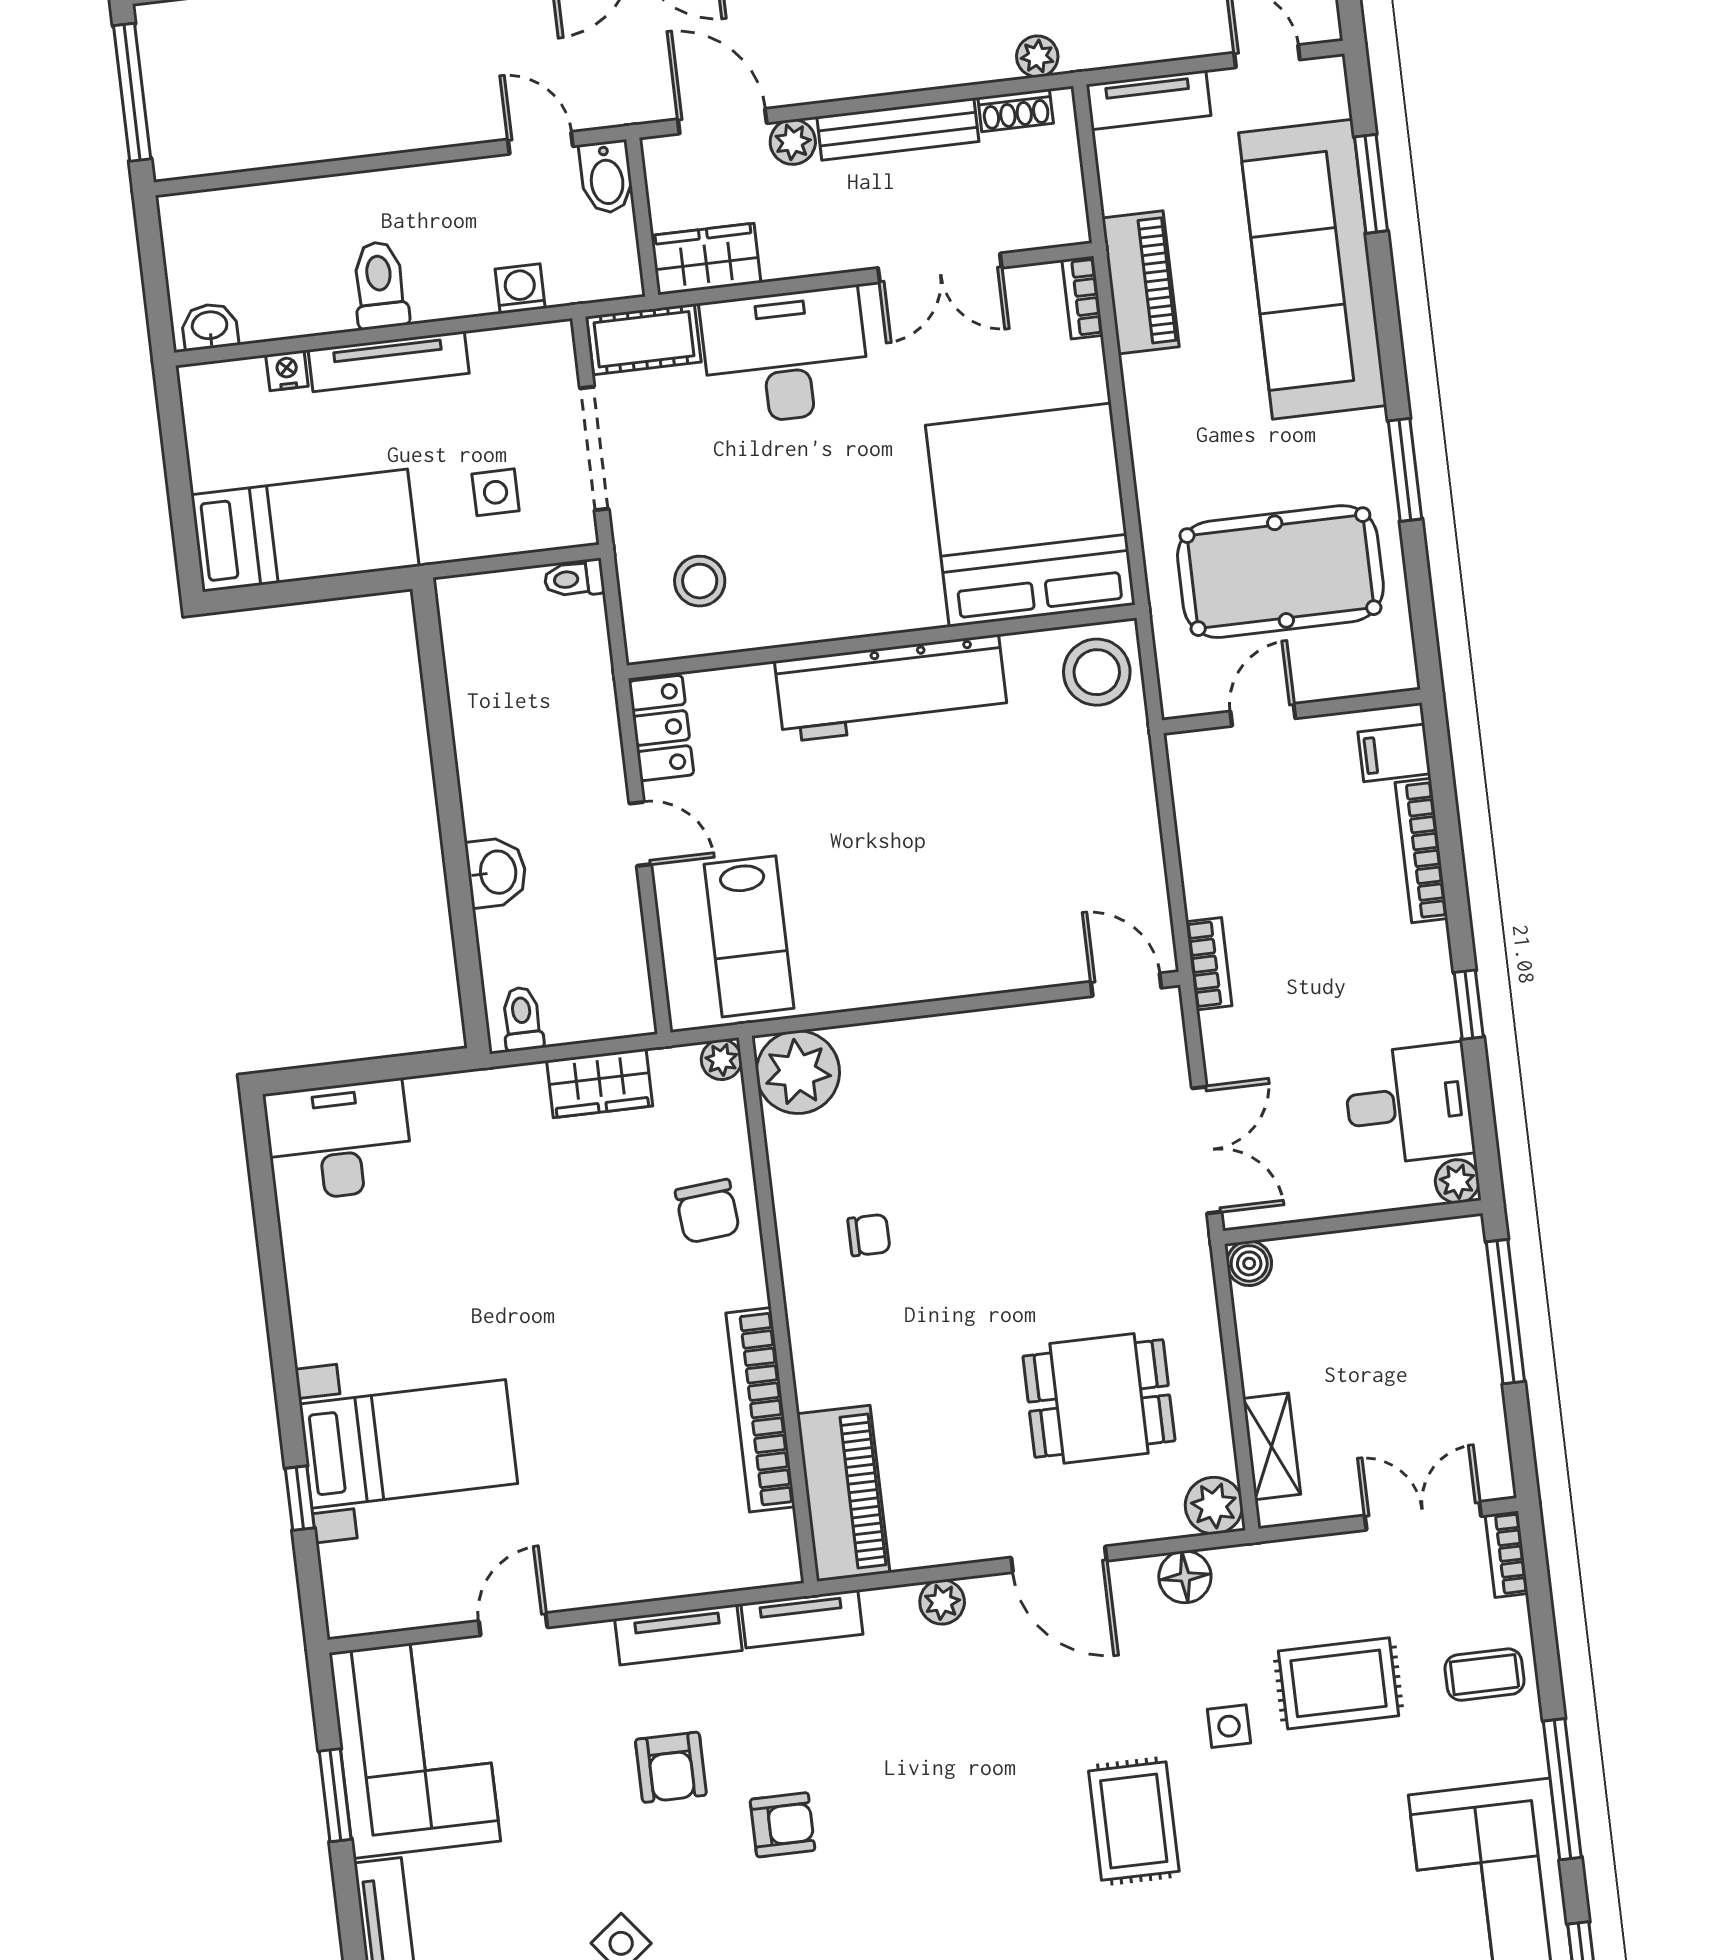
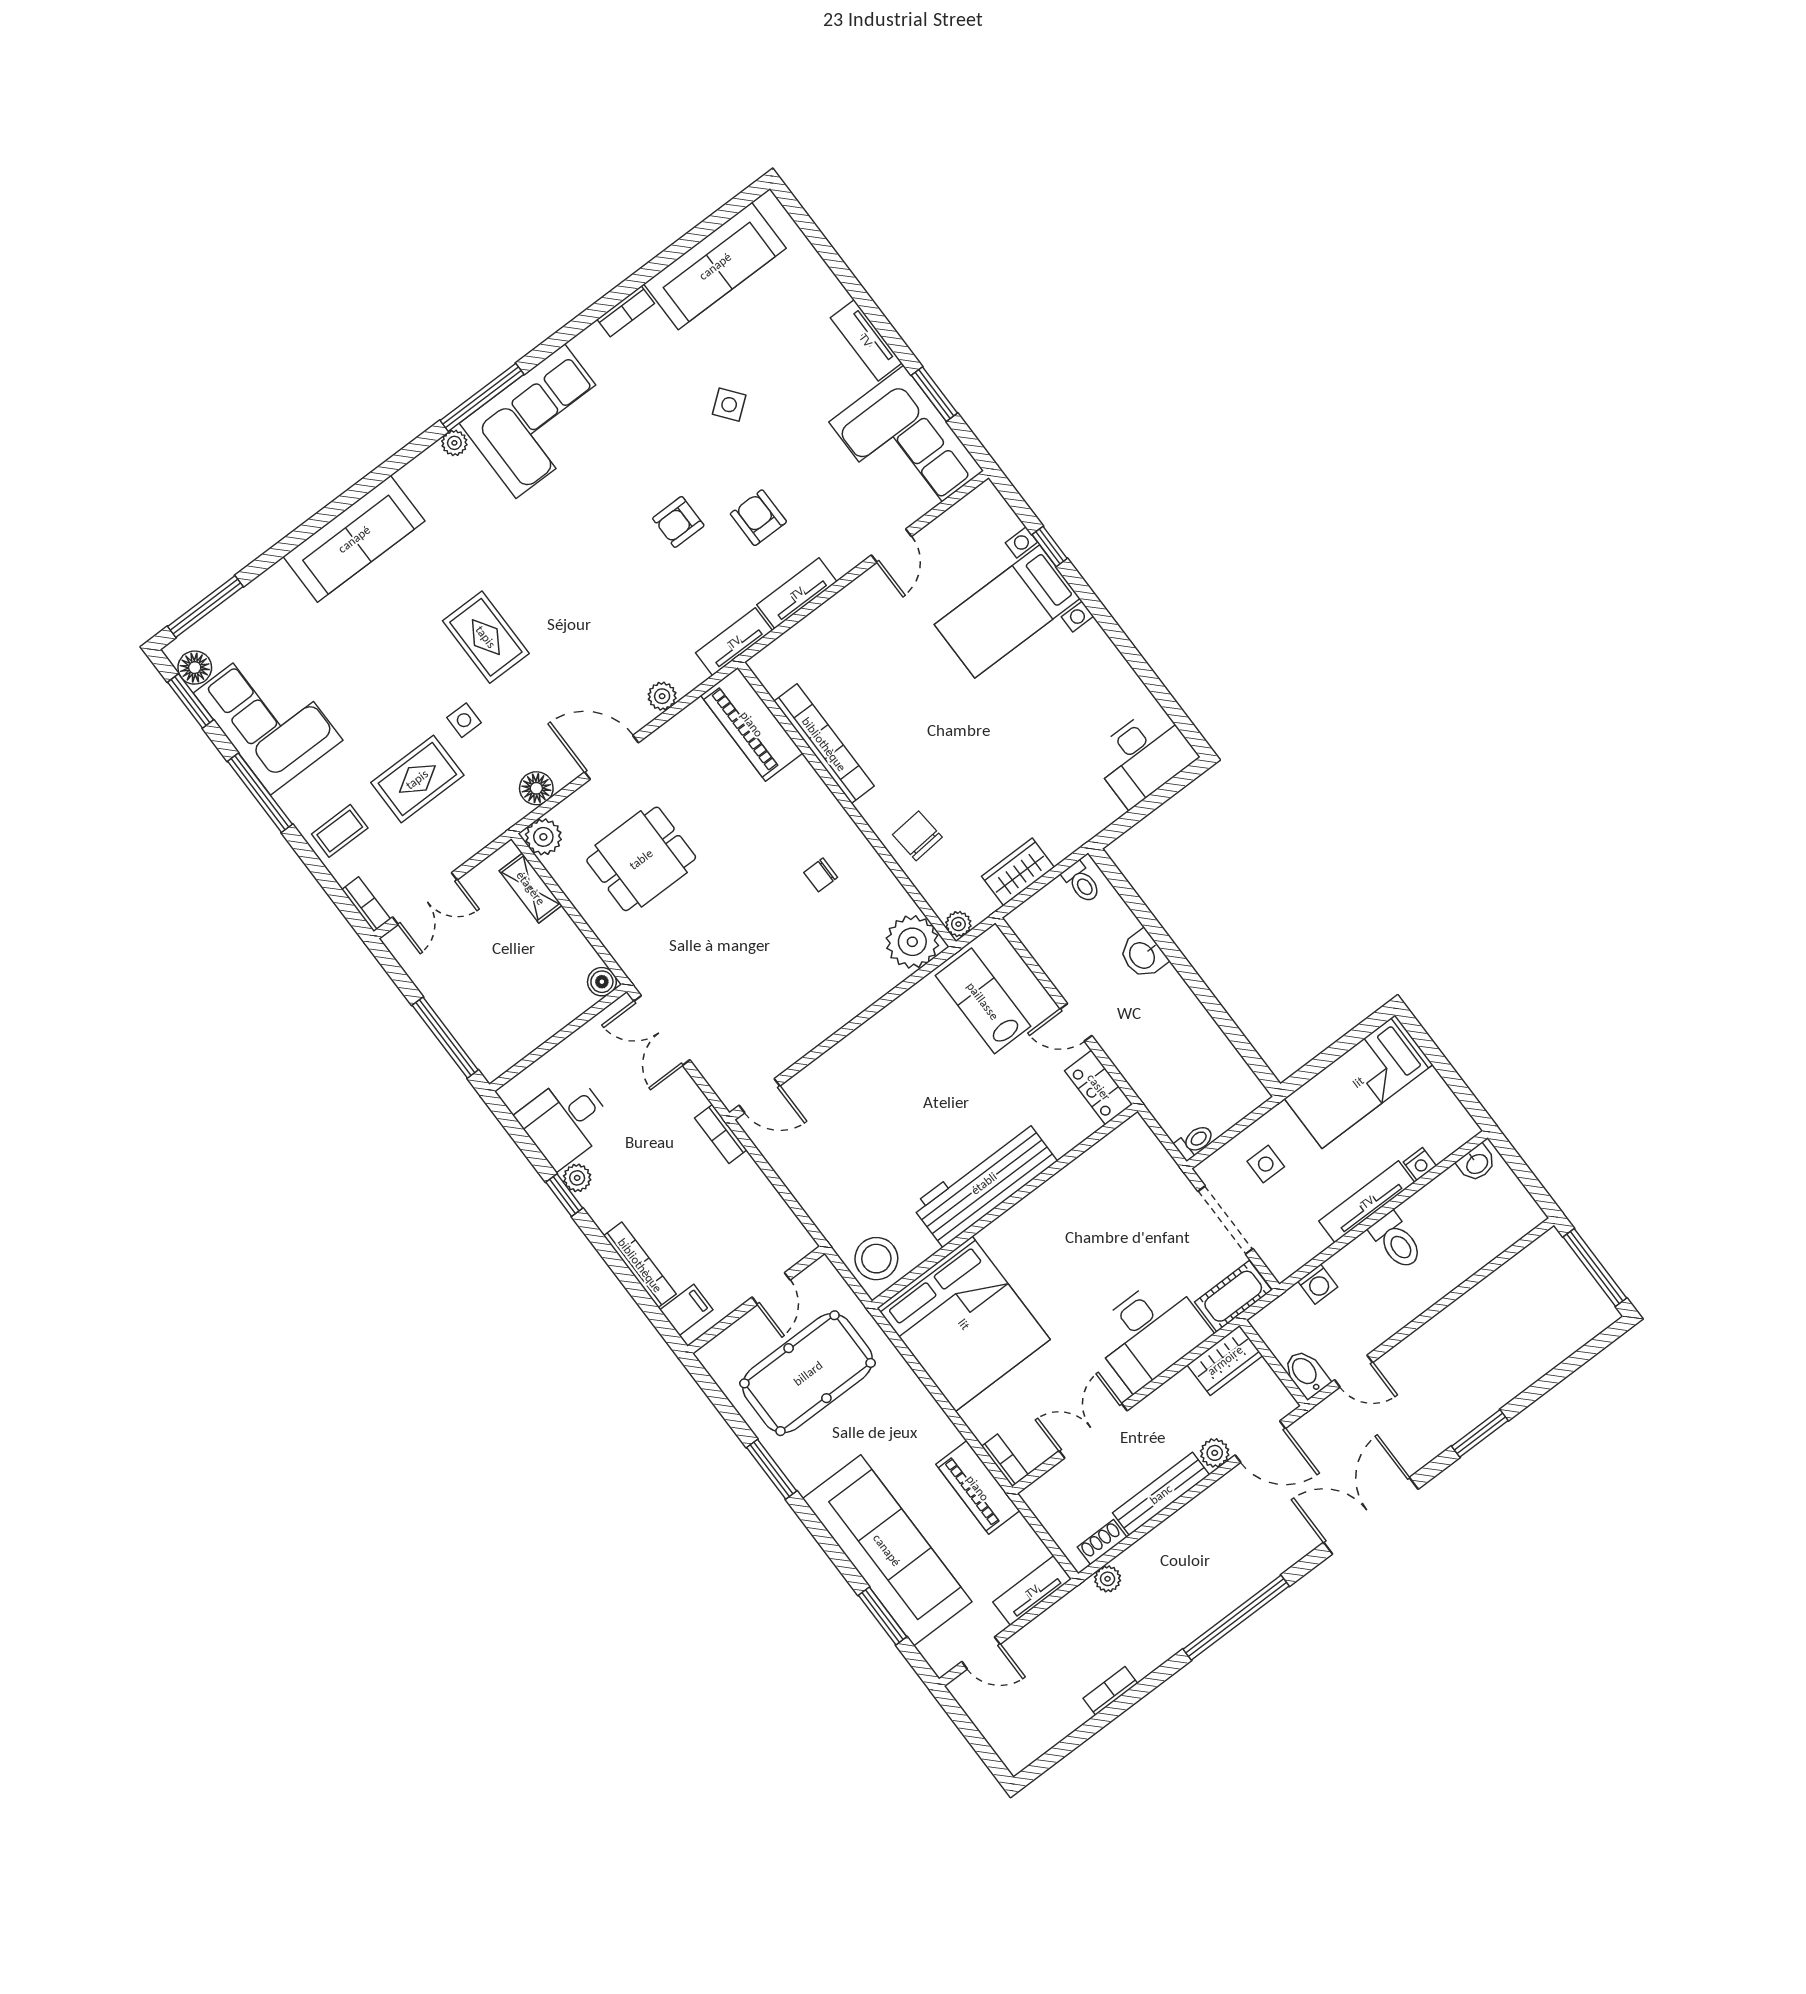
stool: (700, 581) -> (1125, 1181), removed
plant: (1457, 1181) -> (577, 1178), moved

